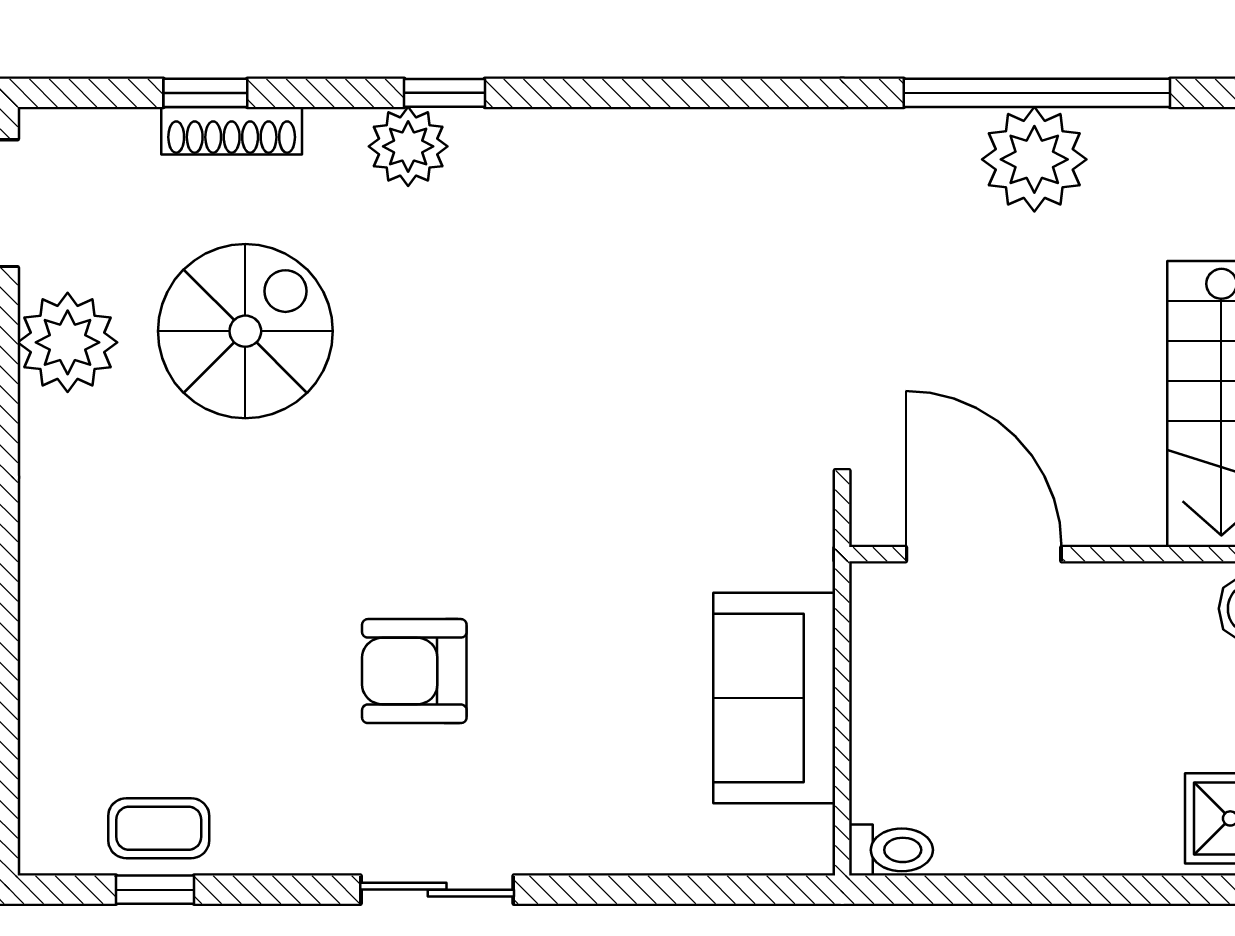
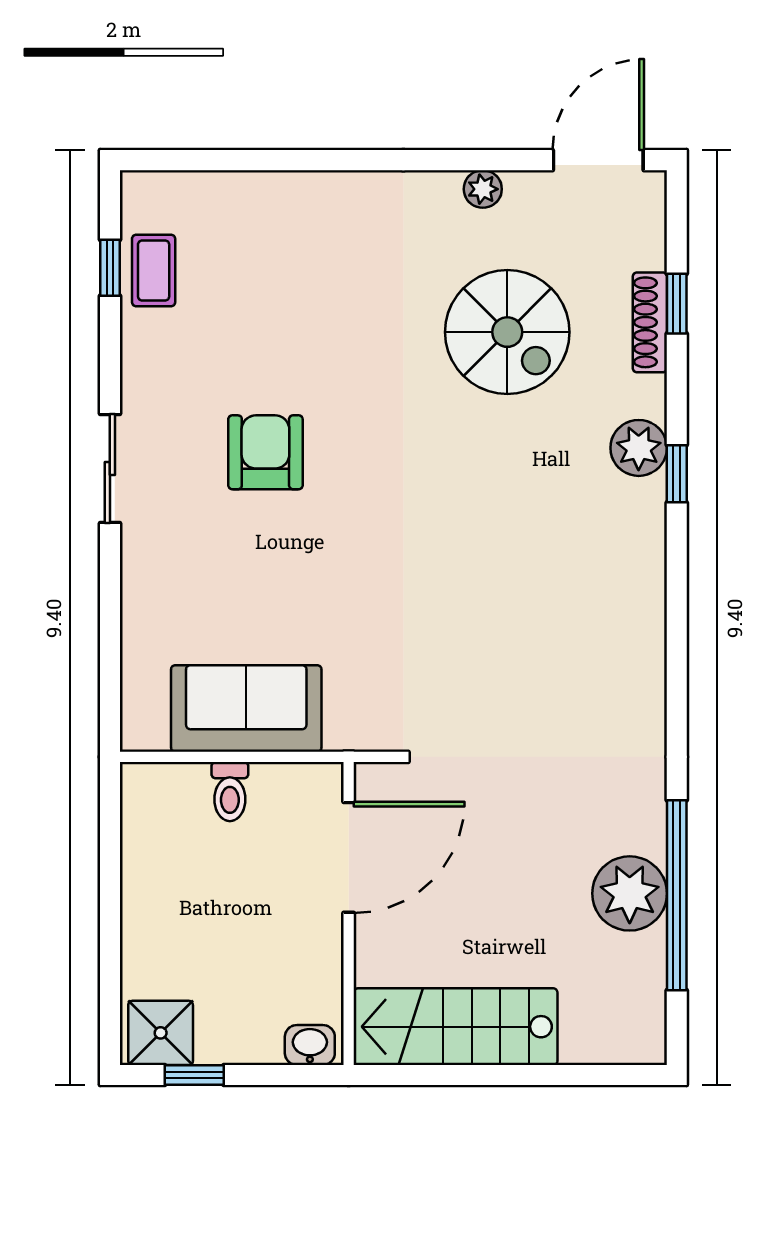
plant: (68, 342) -> (483, 189), width x0.53, depth x0.53
toilet: (891, 850) -> (230, 792), moved

